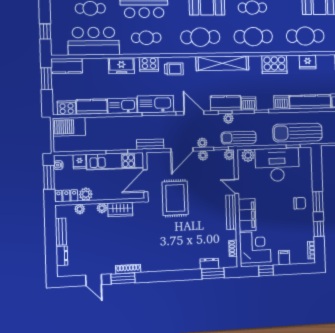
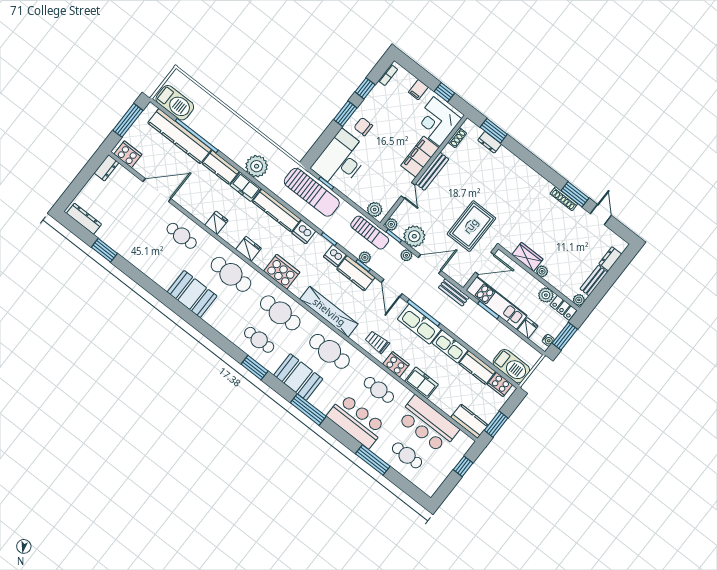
plant: (203, 155) -> (414, 236), width x1.87, depth x1.87
desk: (277, 165) -> (341, 160), moved, turned 90
plant: (80, 209) -> (579, 300), moved

